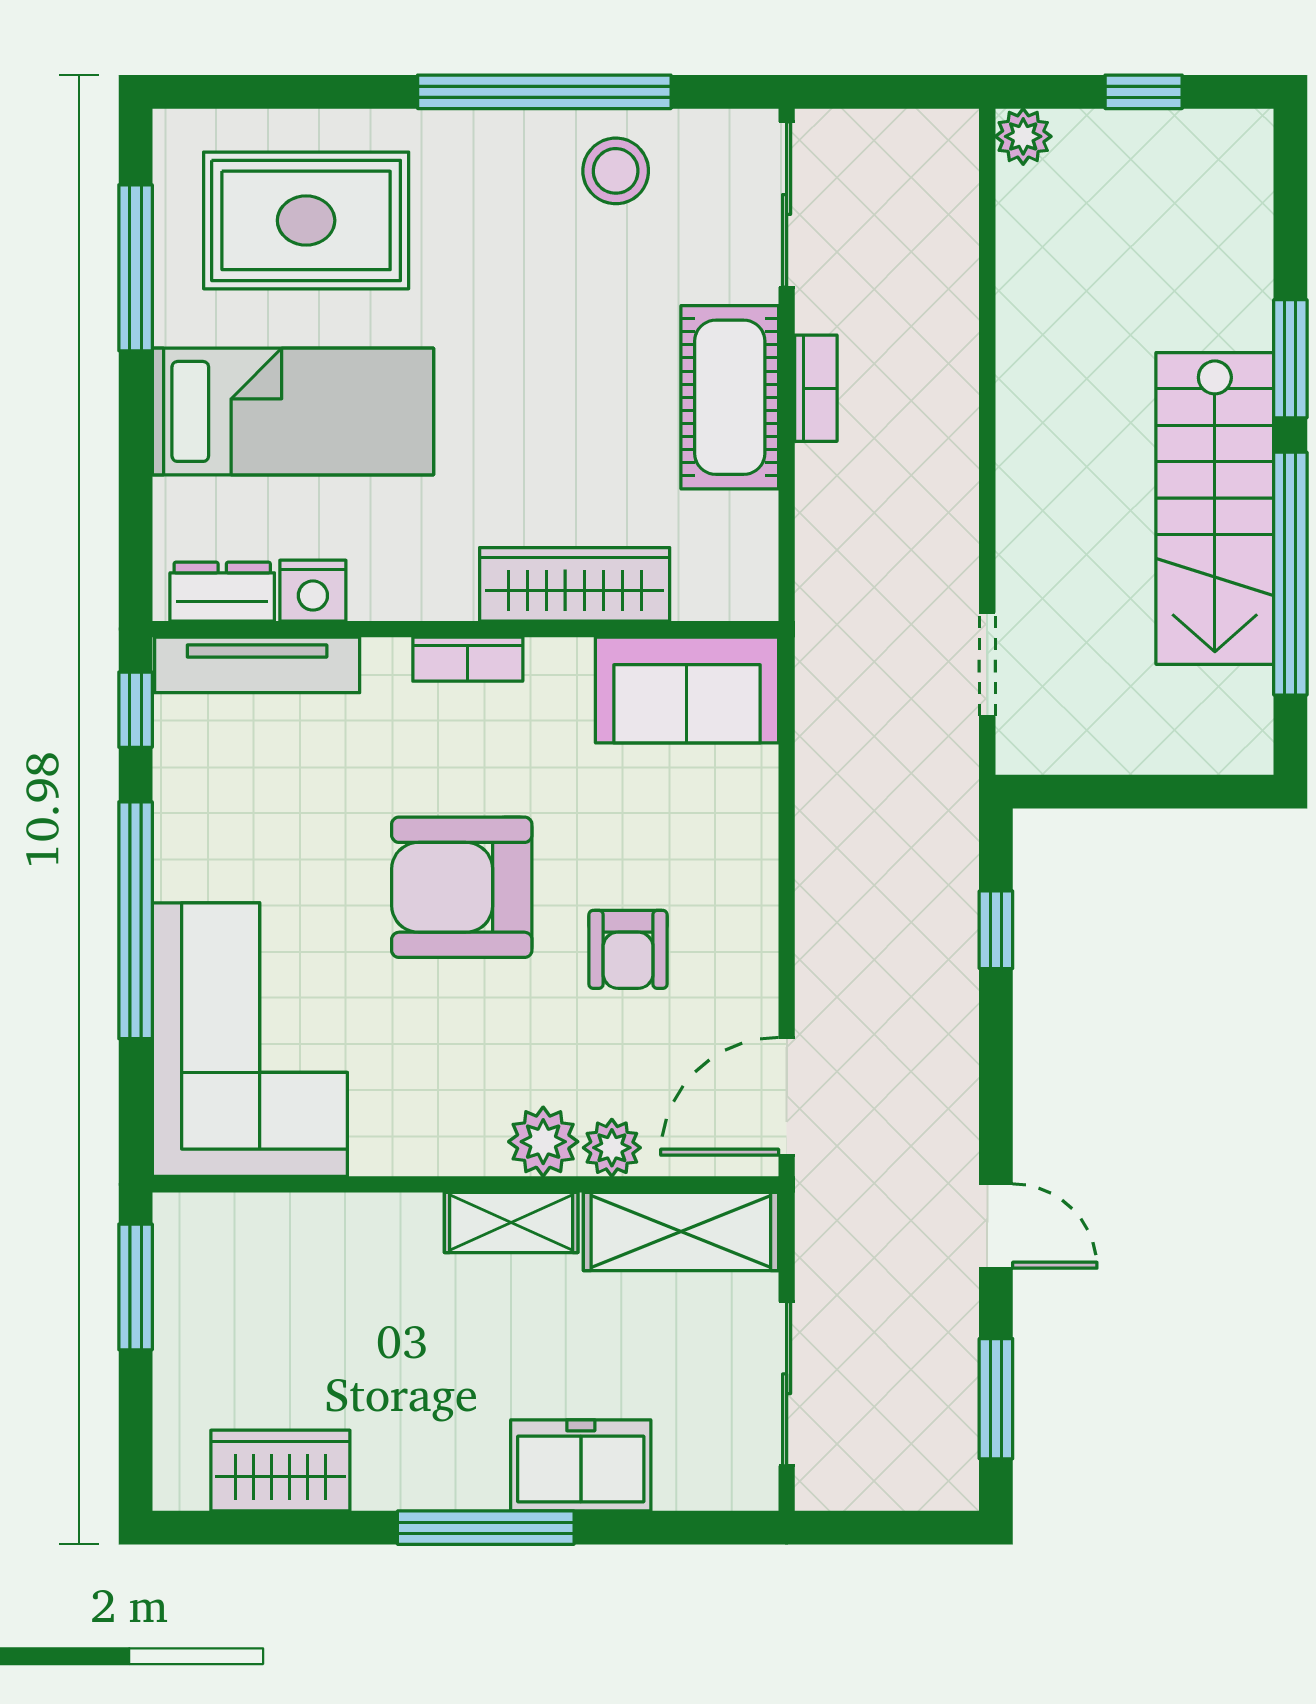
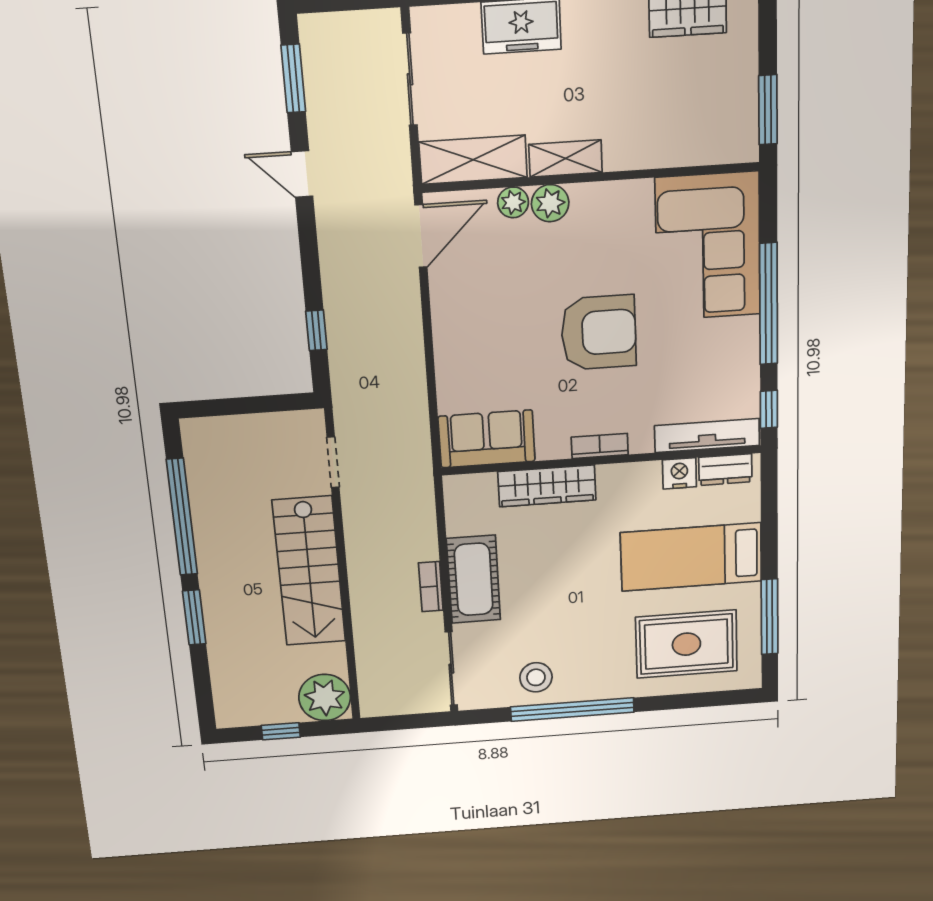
plant: (1023, 136) -> (325, 698), width x1.87, depth x1.87
stairs: (1215, 508) -> (309, 571), moved, turned 180
armchair: (628, 949) -> (510, 307), removed

